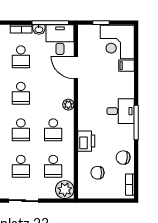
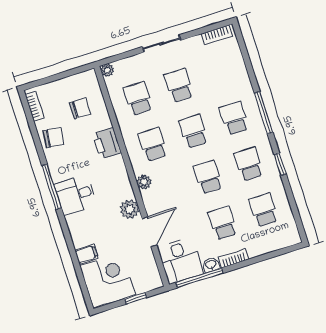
door: (76, 67) -> (149, 232), hinge flipped
plant: (85, 88) -> (130, 209), added
plant: (65, 190) -> (107, 70), width x0.53, depth x0.53

